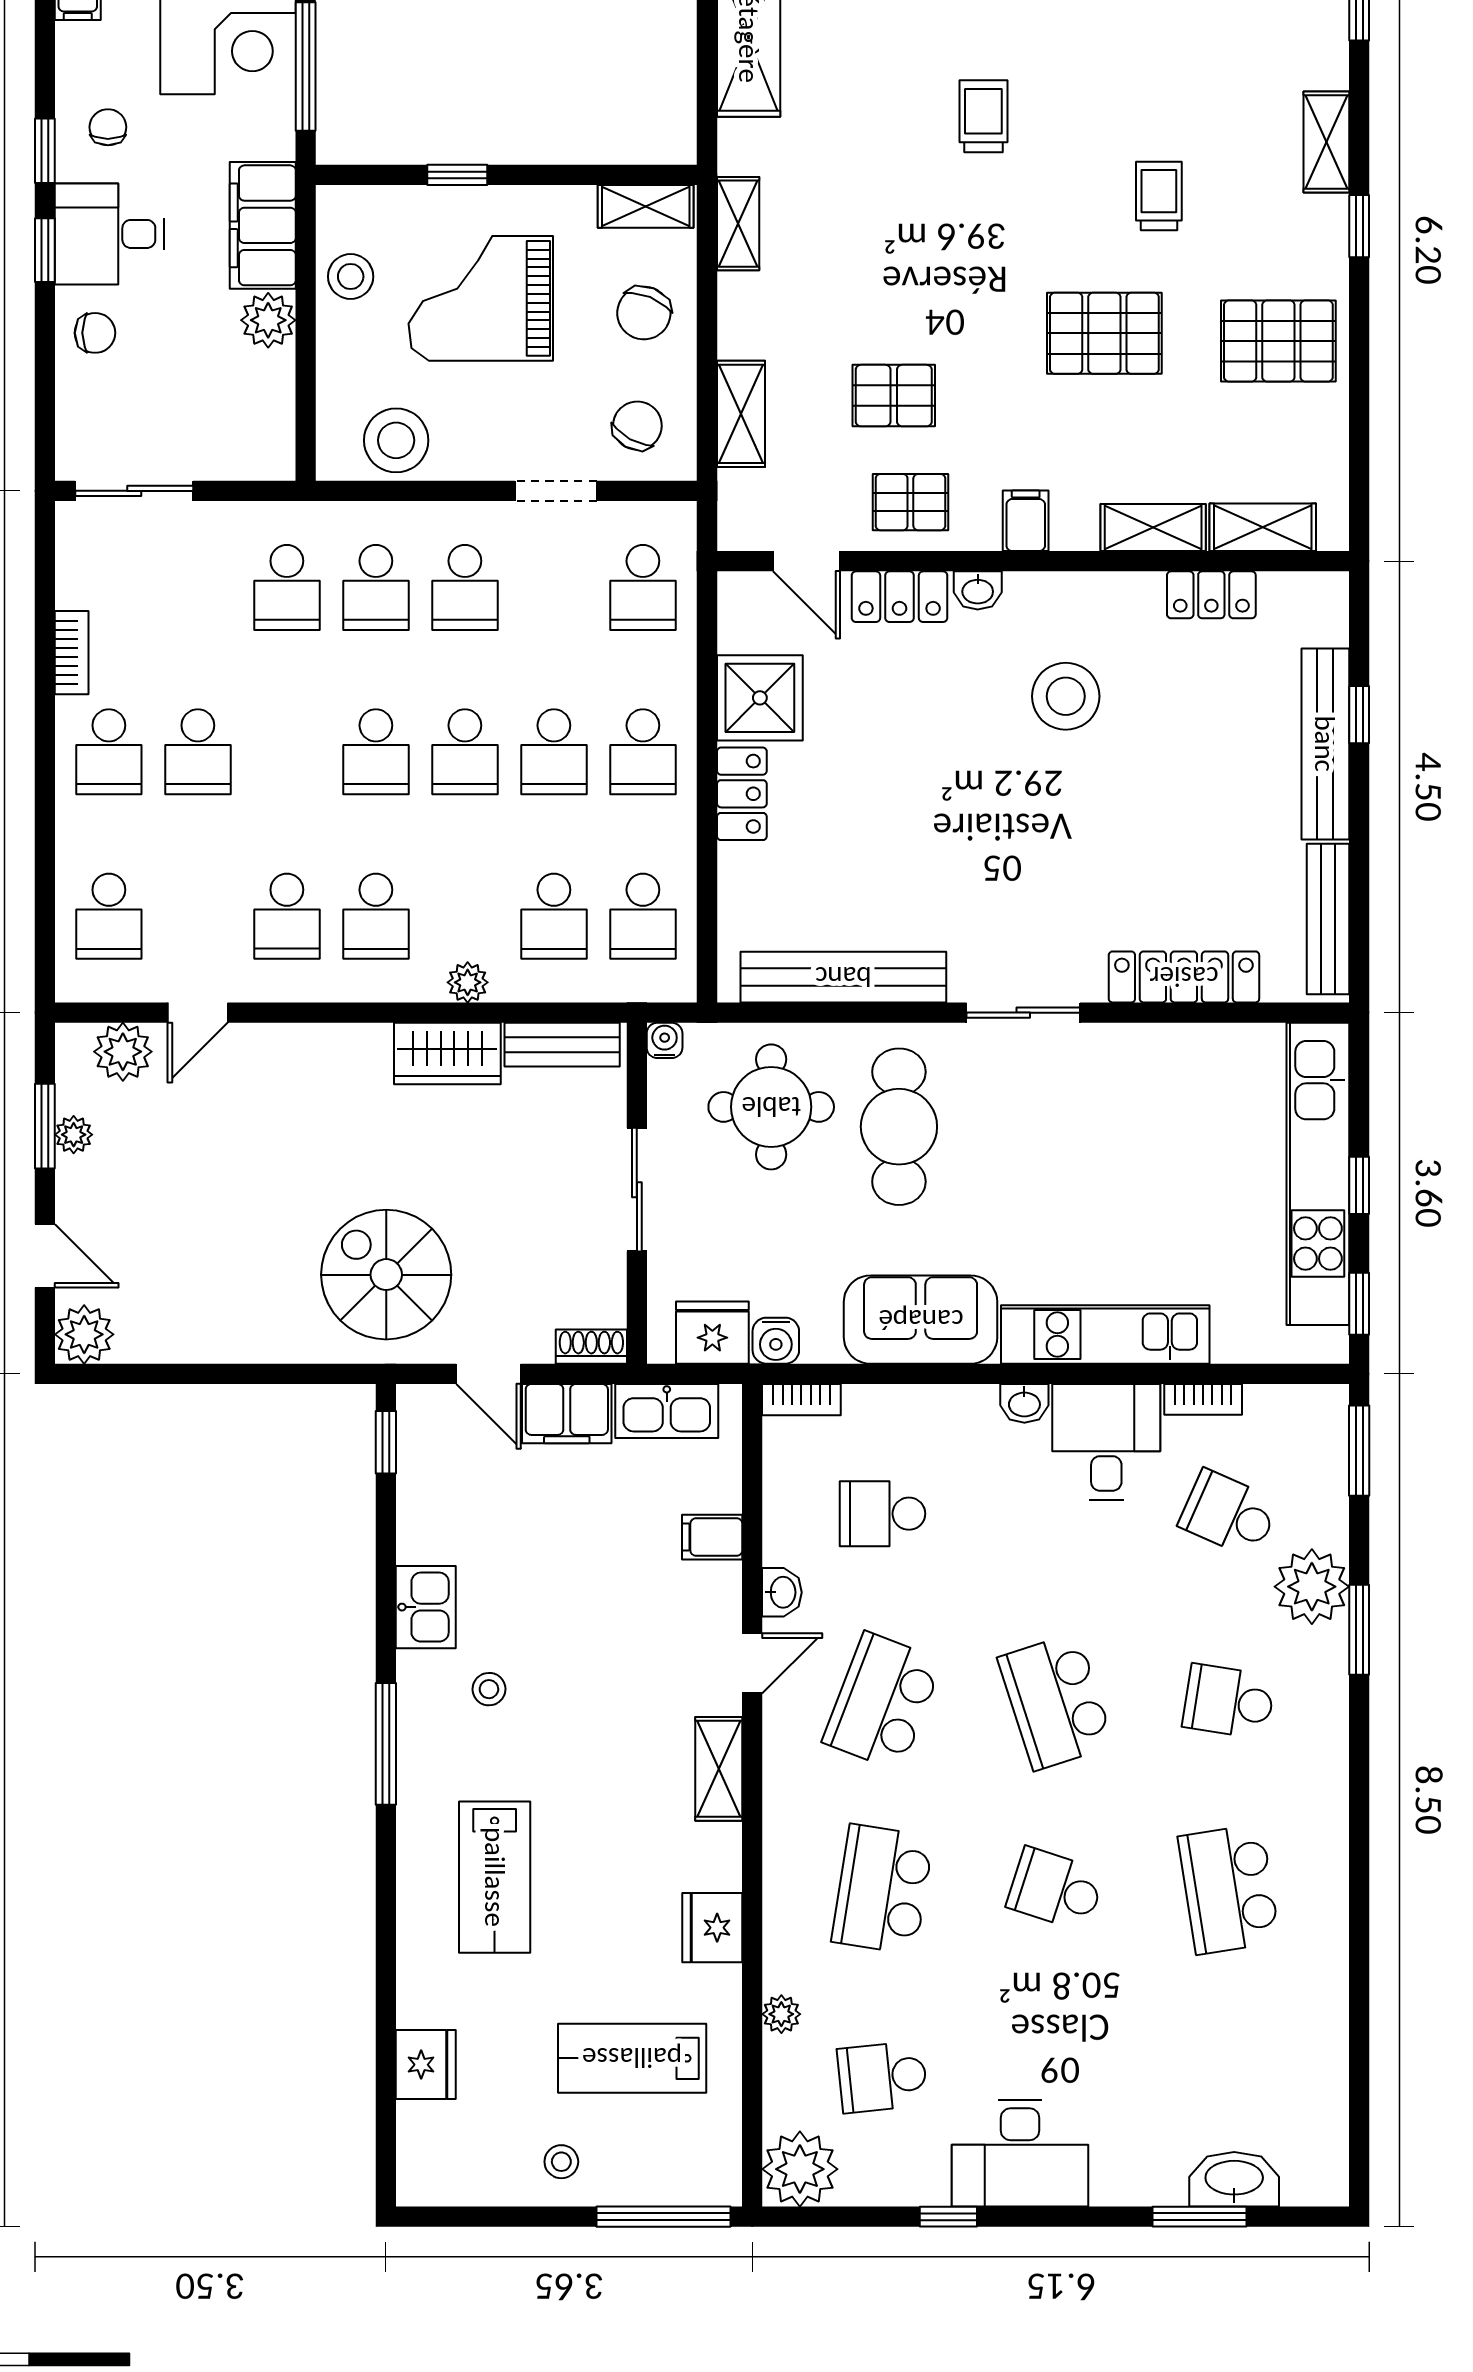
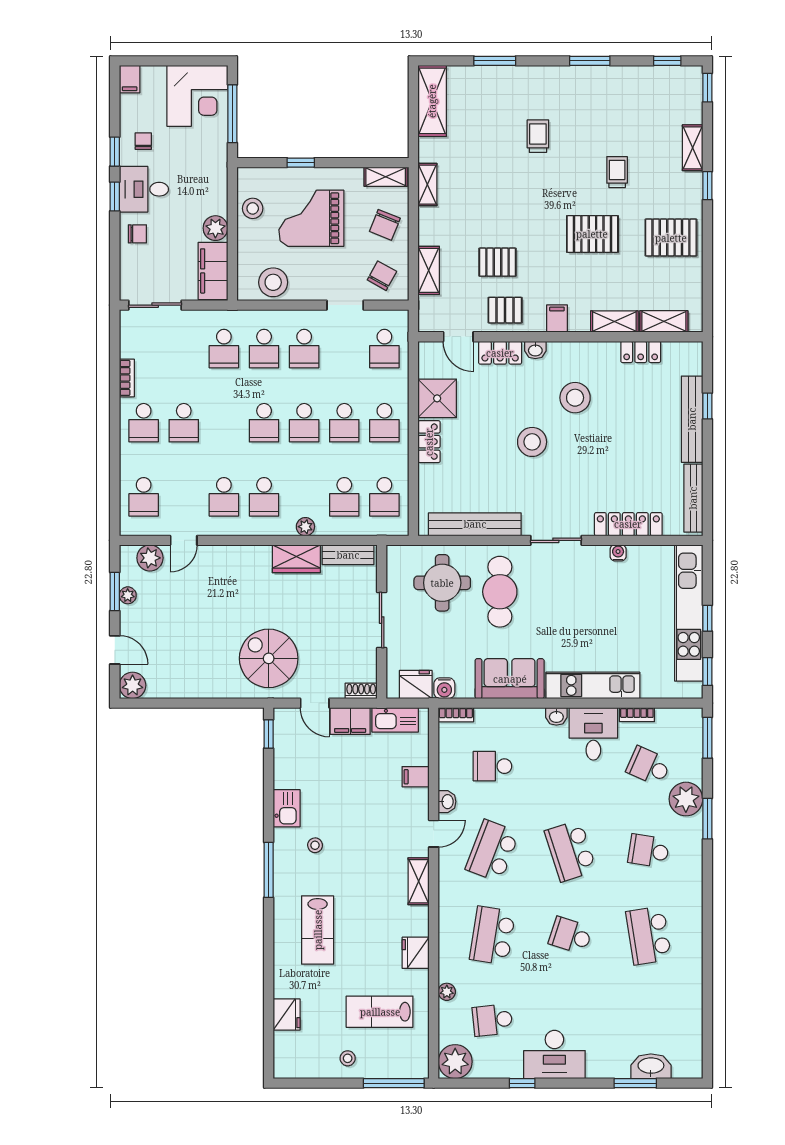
filing cabinet: (263, 225) -> (213, 271), moved
stool: (970, 794) -> (532, 442), added
water cooler: (665, 1040) -> (618, 553), moved

